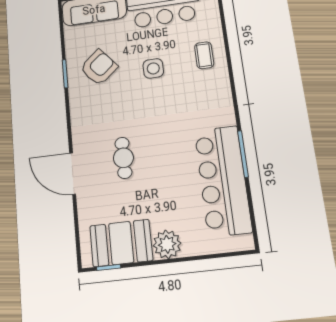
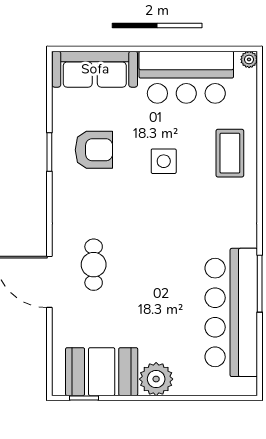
coffee table: (204, 55) -> (230, 153), width x1.36, depth x1.30
armchair: (99, 67) -> (94, 150), turned 40
cafe table: (123, 158) -> (94, 265), moved

